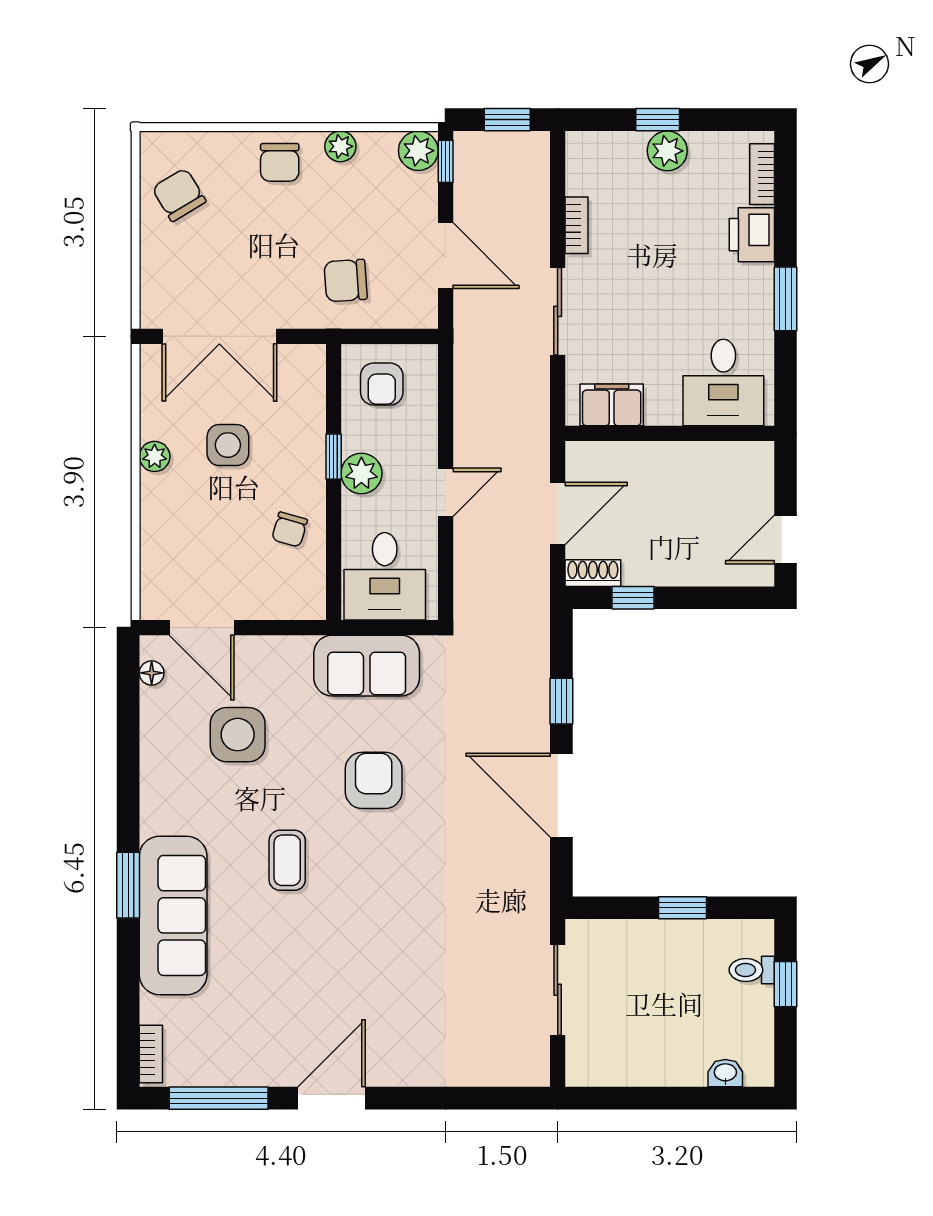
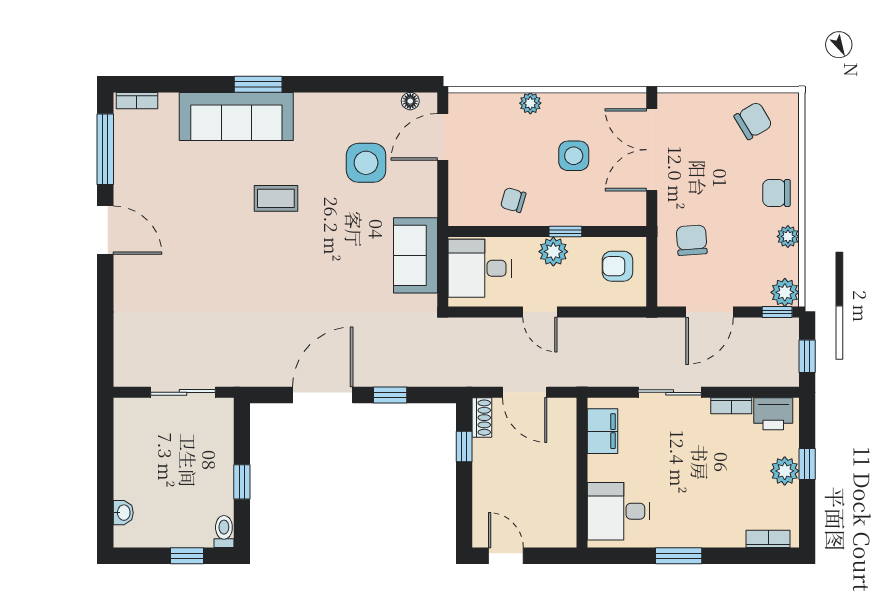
printer: (752, 235) -> (773, 414), moved, turned 180
plant: (155, 456) -> (530, 103), moved
armchair: (374, 780) -> (333, 260), removed
toilet: (752, 970) -> (224, 532), moved

